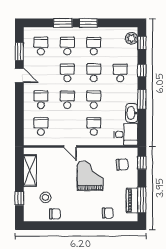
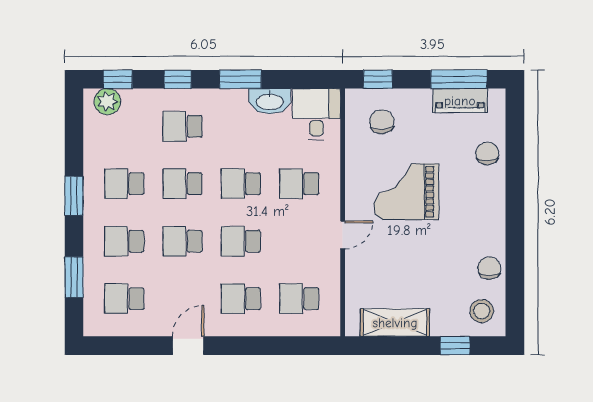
window: (63, 23) -> (74, 277), moved
window: (19, 52) -> (136, 346), removed
stool: (45, 197) -> (482, 311), moved

